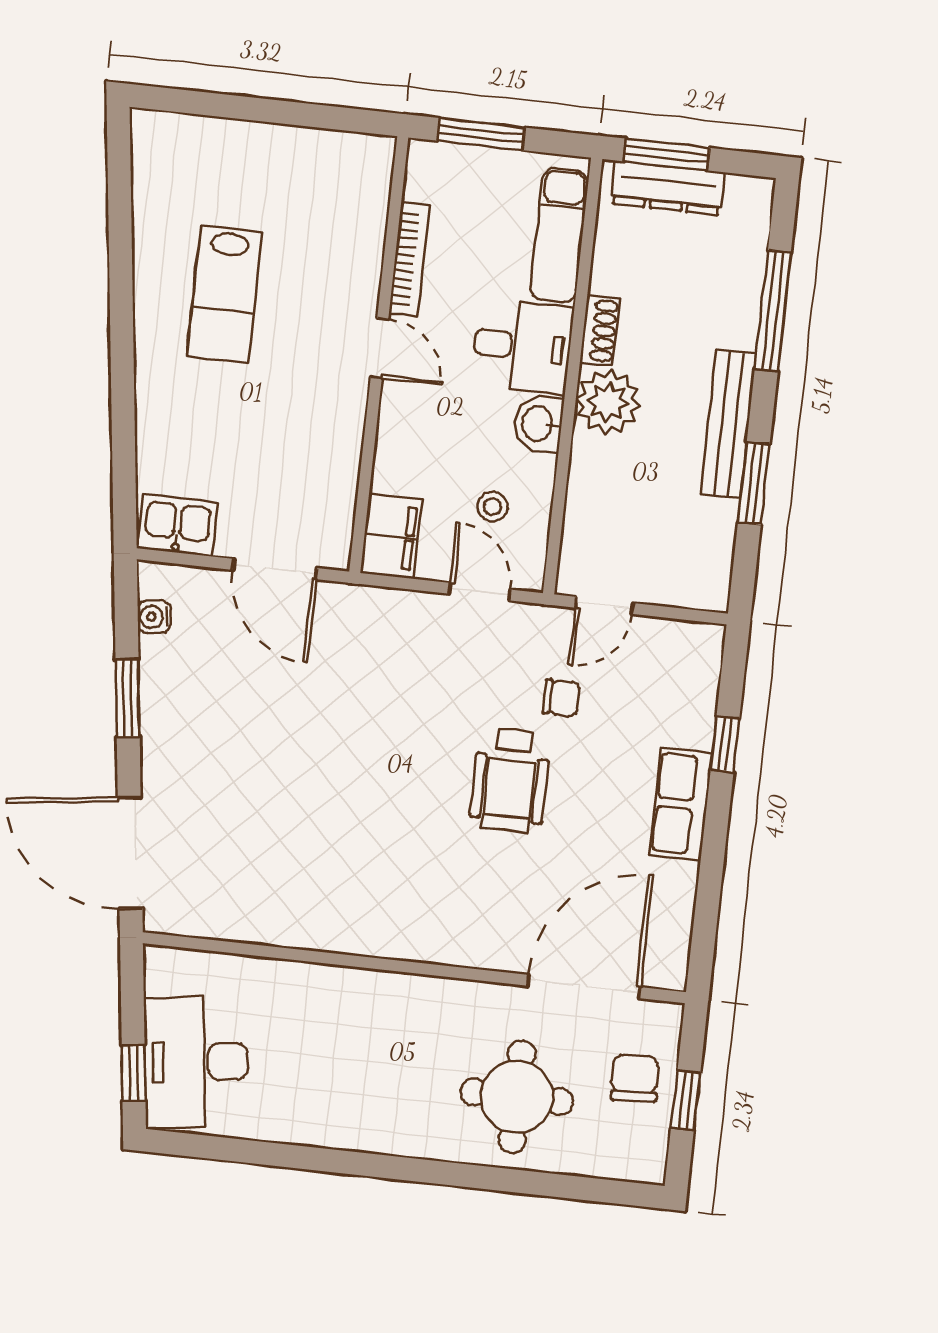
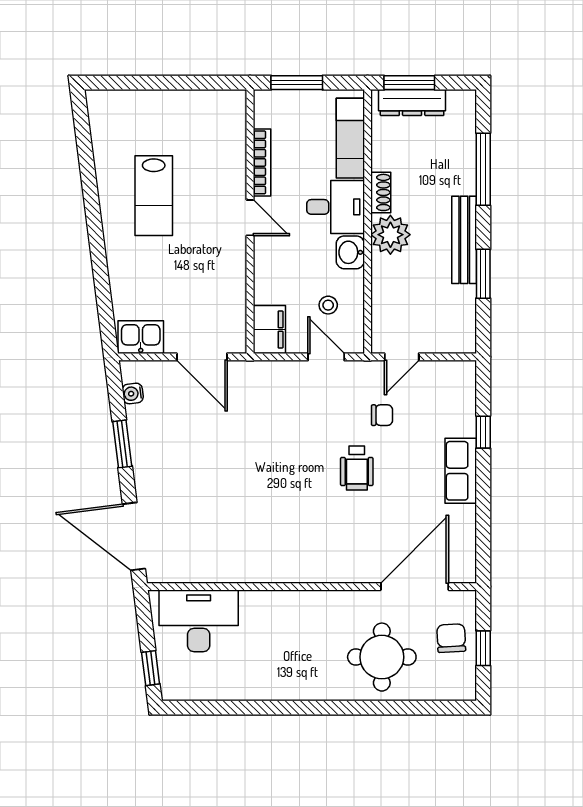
wheelchair: (510, 780) -> (357, 468), width x0.73, depth x0.73
desk: (196, 1062) -> (199, 621), moved, turned 97

